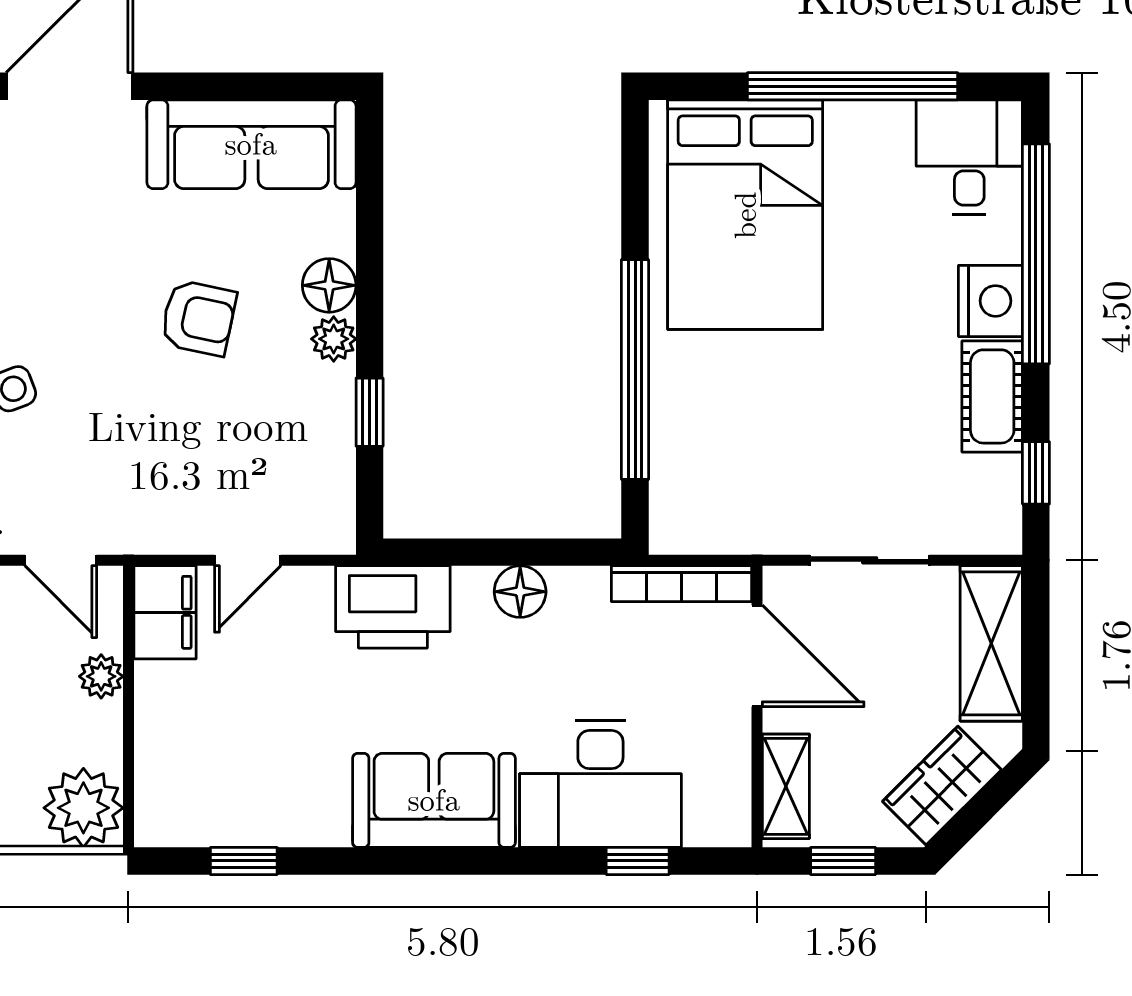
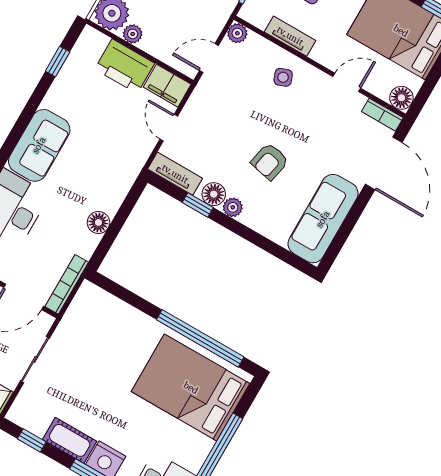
floor lamp: (329, 285) -> (214, 194), moved
window: (635, 369) -> (200, 338), moved
tv unit: (333, 494) -> (175, 174), added
printer: (393, 607) -> (125, 66), moved, turned -90
plant: (101, 676) -> (133, 34), moved

